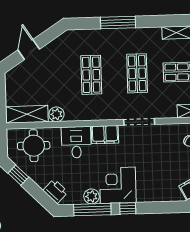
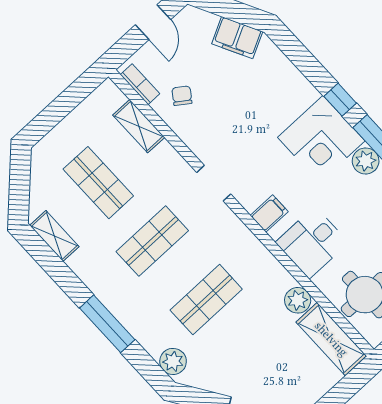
plant: (77, 37) -> (173, 361), added
doorway: (139, 122) -> (214, 183), width x0.73
filing cabinet: (105, 135) -> (269, 214), width x0.50

